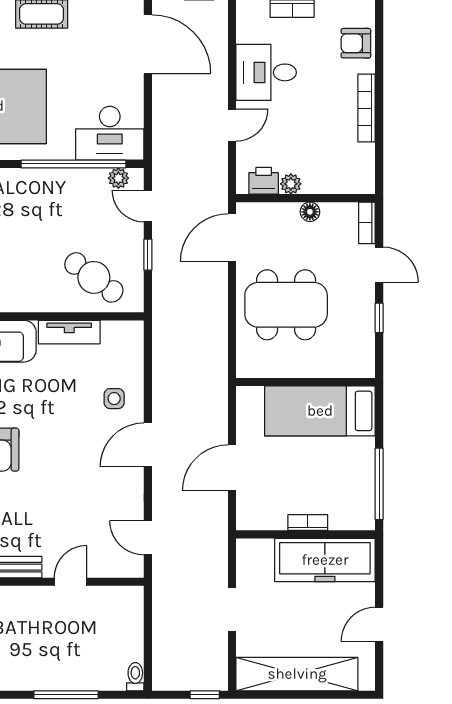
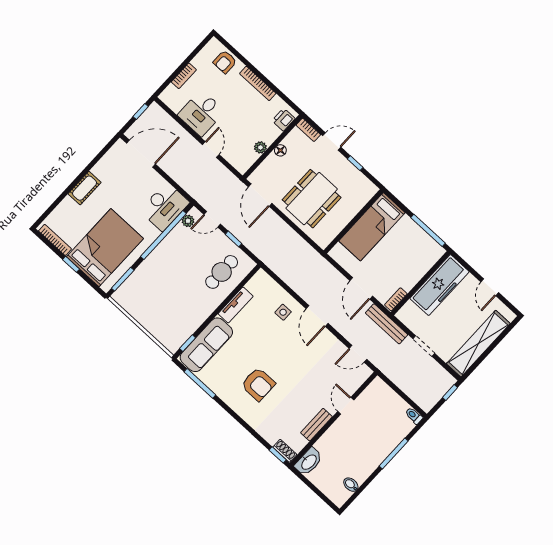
printer: (264, 181) -> (284, 120), moved
cafe table: (94, 277) -> (222, 272), turned -37
bookcase: (308, 523) -> (396, 299), moved
bench: (217, 539) -> (387, 324), added

